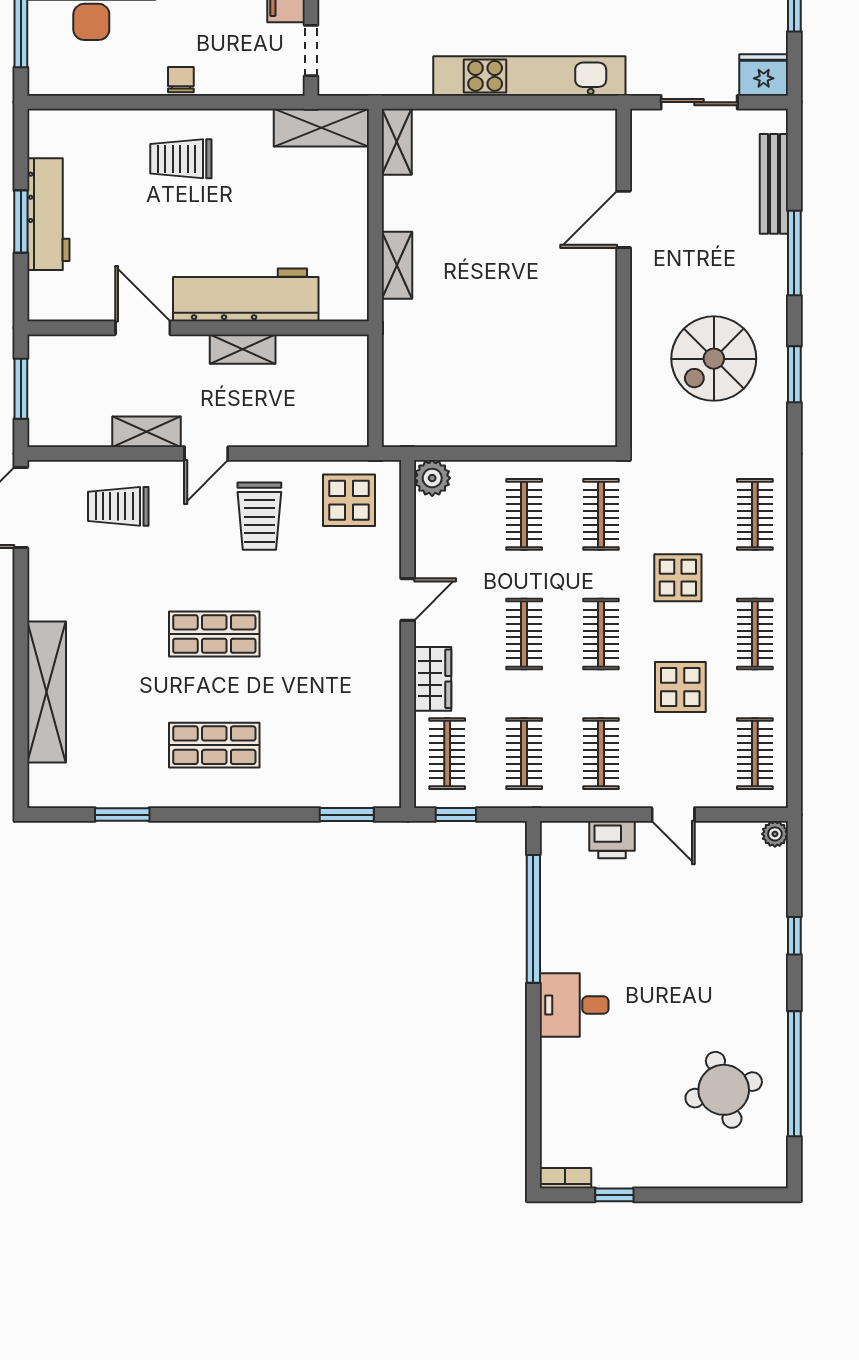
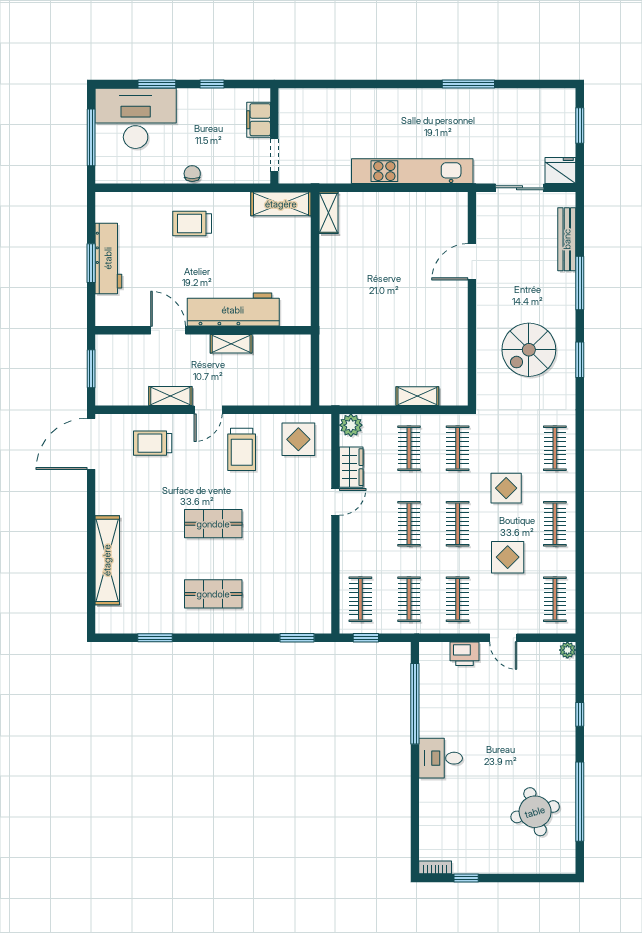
shelving: (397, 265) -> (417, 396), moved, turned 90
wardrobe: (433, 679) -> (351, 467), moved

